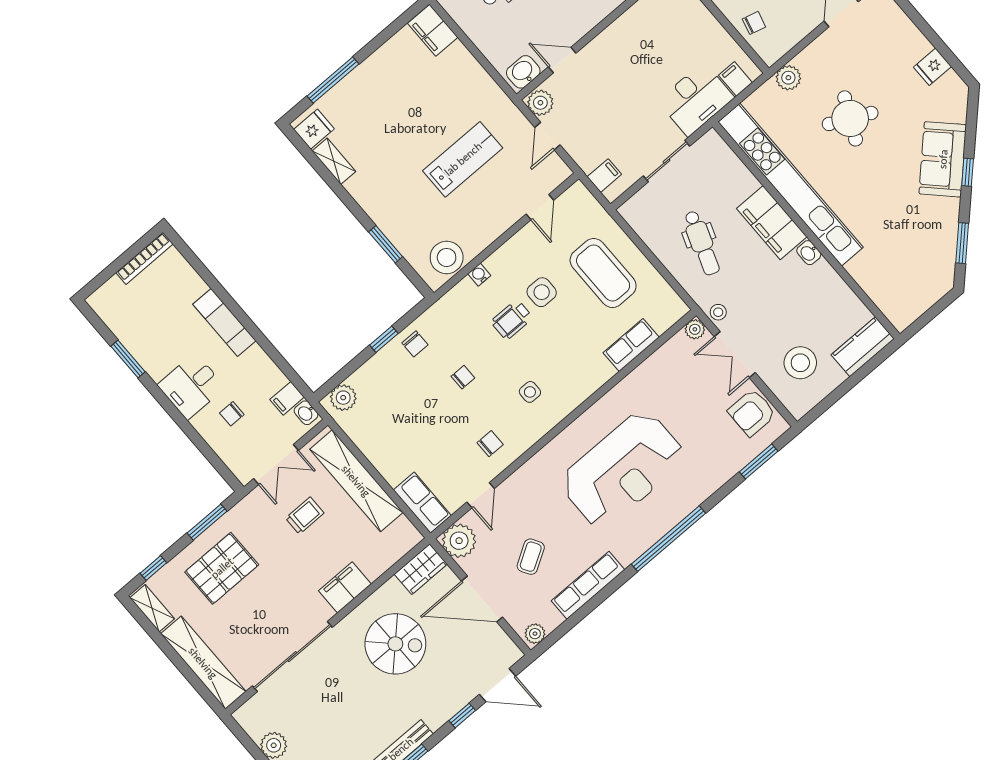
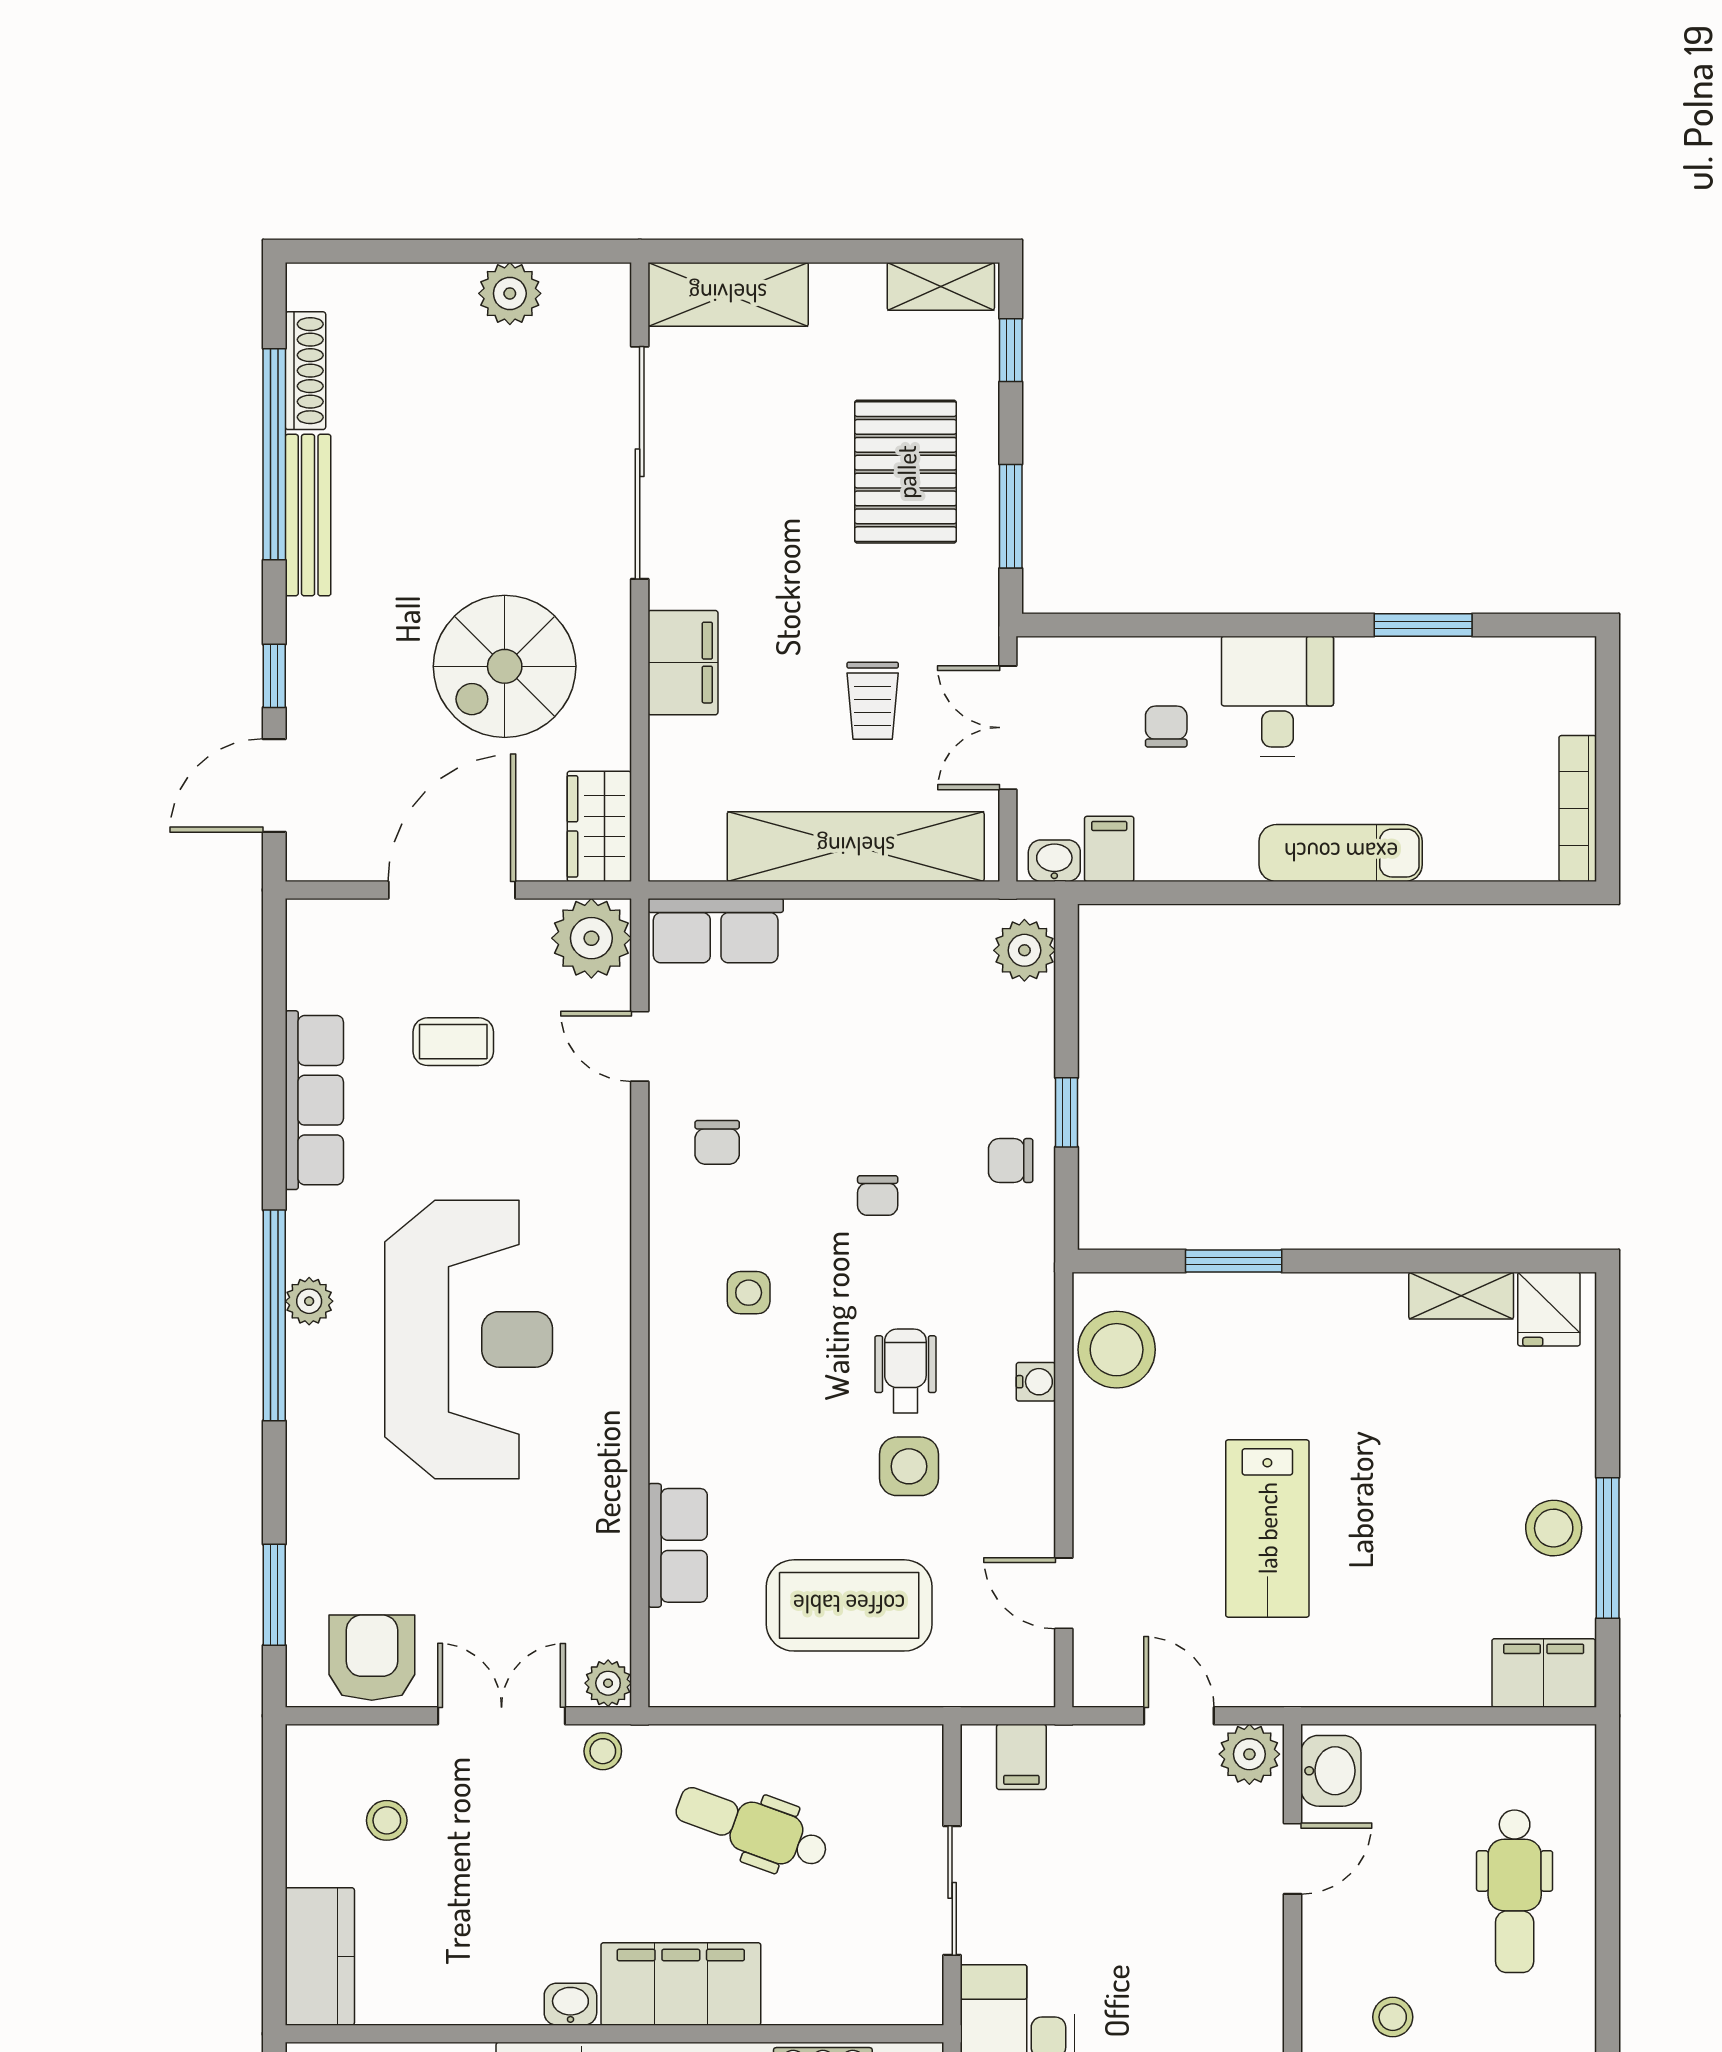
stool: (383, 67) -> (1554, 1528), added
window: (333, 80) -> (1608, 1548), moved
stool: (800, 363) -> (387, 1820), width x0.53, depth x0.53
reception desk: (622, 469) -> (469, 1339), turned 180
coffee table: (531, 557) -> (453, 1042), turned -59
plant: (535, 634) -> (309, 1301), moved
shelving: (203, 663) -> (728, 294), width x0.68

